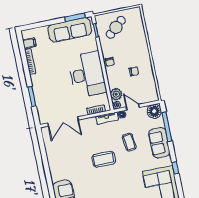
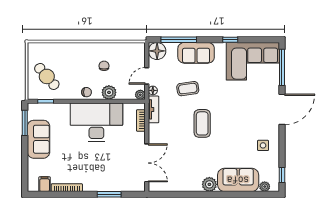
sofa: (70, 30) -> (39, 139), width x0.73
plant: (116, 94) -> (109, 92), moved
plant: (56, 175) -> (209, 184), added

